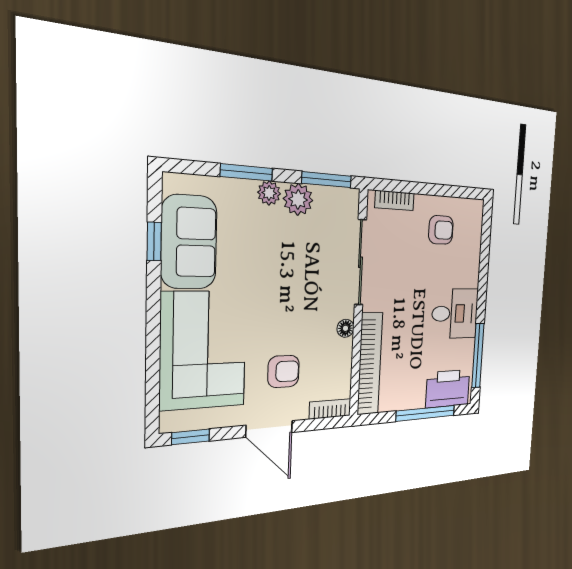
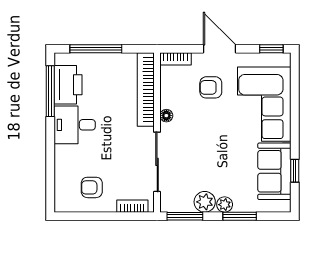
printer: (448, 389) -> (68, 85), moved, turned -90

